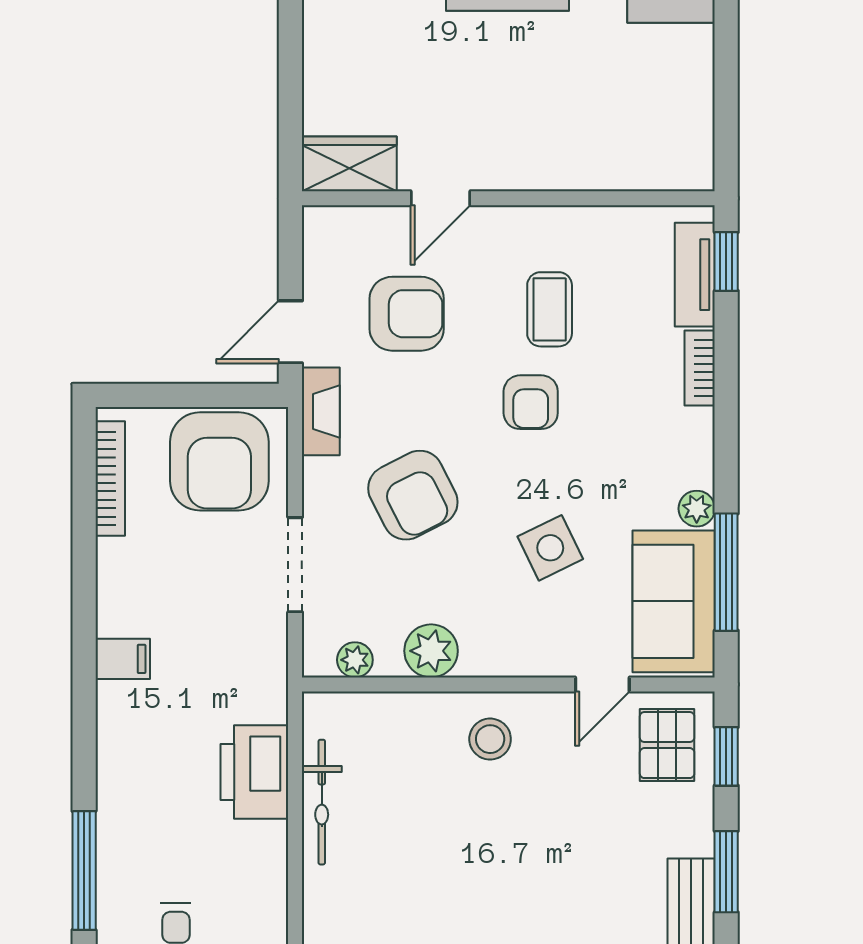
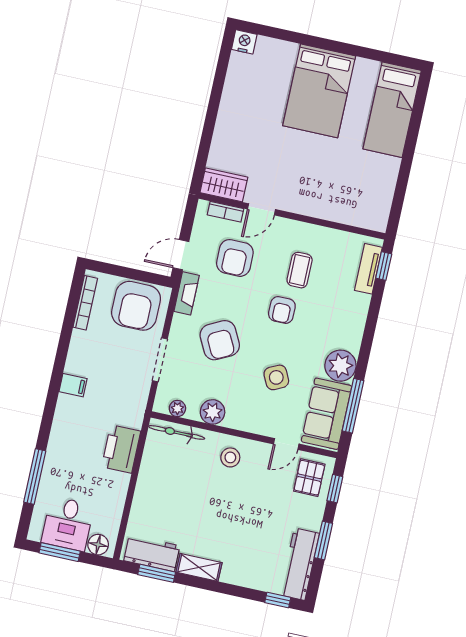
armchair: (407, 314) -> (235, 258), turned 90
bookcase: (700, 368) -> (225, 212), moved, turned -90
plant: (697, 509) -> (340, 366), width x1.88, depth x1.88
bicycle: (322, 802) -> (177, 432), moved, turned 90

